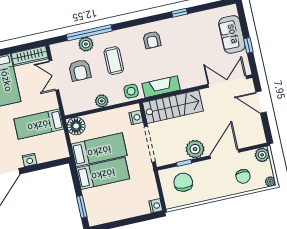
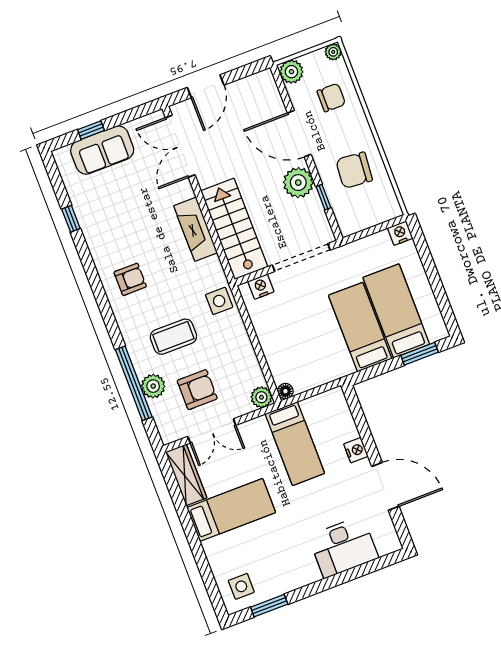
window: (180, 13) -> (71, 219), moved
window: (248, 45) -> (91, 130), moved
fireplace: (161, 87) -> (195, 229), moved
plant: (102, 101) -> (261, 397), moved
floor lamp: (76, 126) -> (285, 391), width x0.53, depth x0.53
bed: (99, 150) -> (396, 311), moved
chair: (183, 182) -> (354, 170), moved

